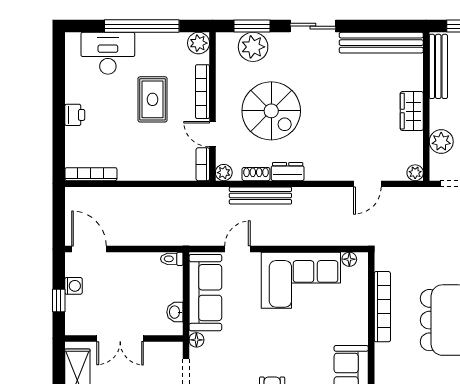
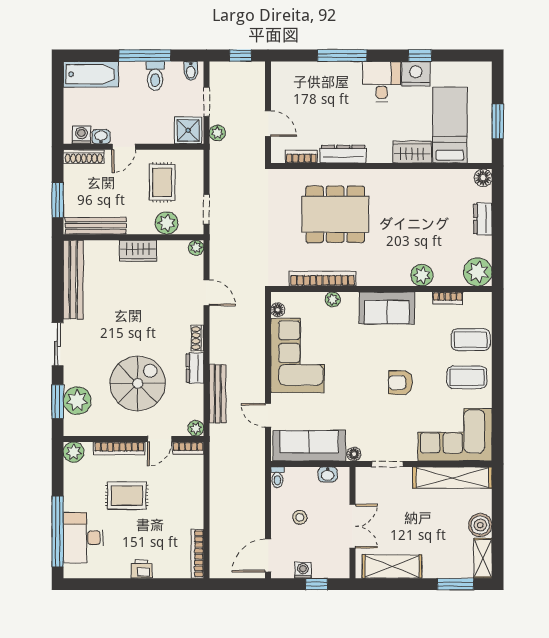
window: (142, 26) -> (58, 532), moved
shoe rack: (256, 174) -> (197, 338), moved
stool: (129, 283) -> (300, 517), added
plant: (360, 317) -> (333, 299), added

